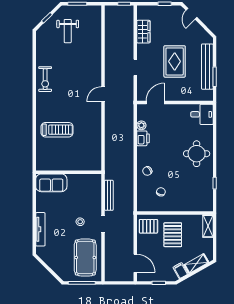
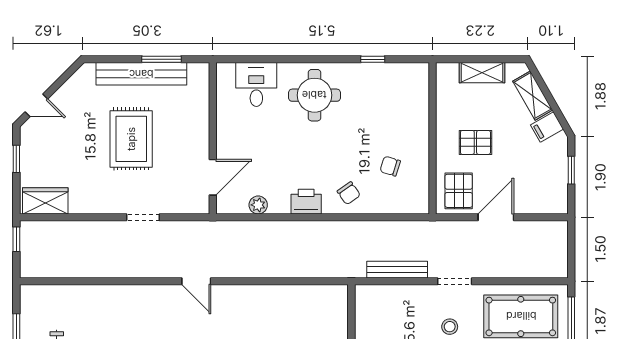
wardrobe: (143, 32) -> (45, 201), moved
rug: (175, 61) -> (131, 139), turned 90
door: (155, 102) -> (213, 177), swing flipped
desk: (202, 114) -> (256, 85), moved
printer: (143, 138) -> (306, 202), moved
shelving: (208, 226) -> (482, 73), moved
pallet: (173, 235) -> (475, 142), width x0.67, depth x0.71
door: (135, 263) -> (496, 217), moved

